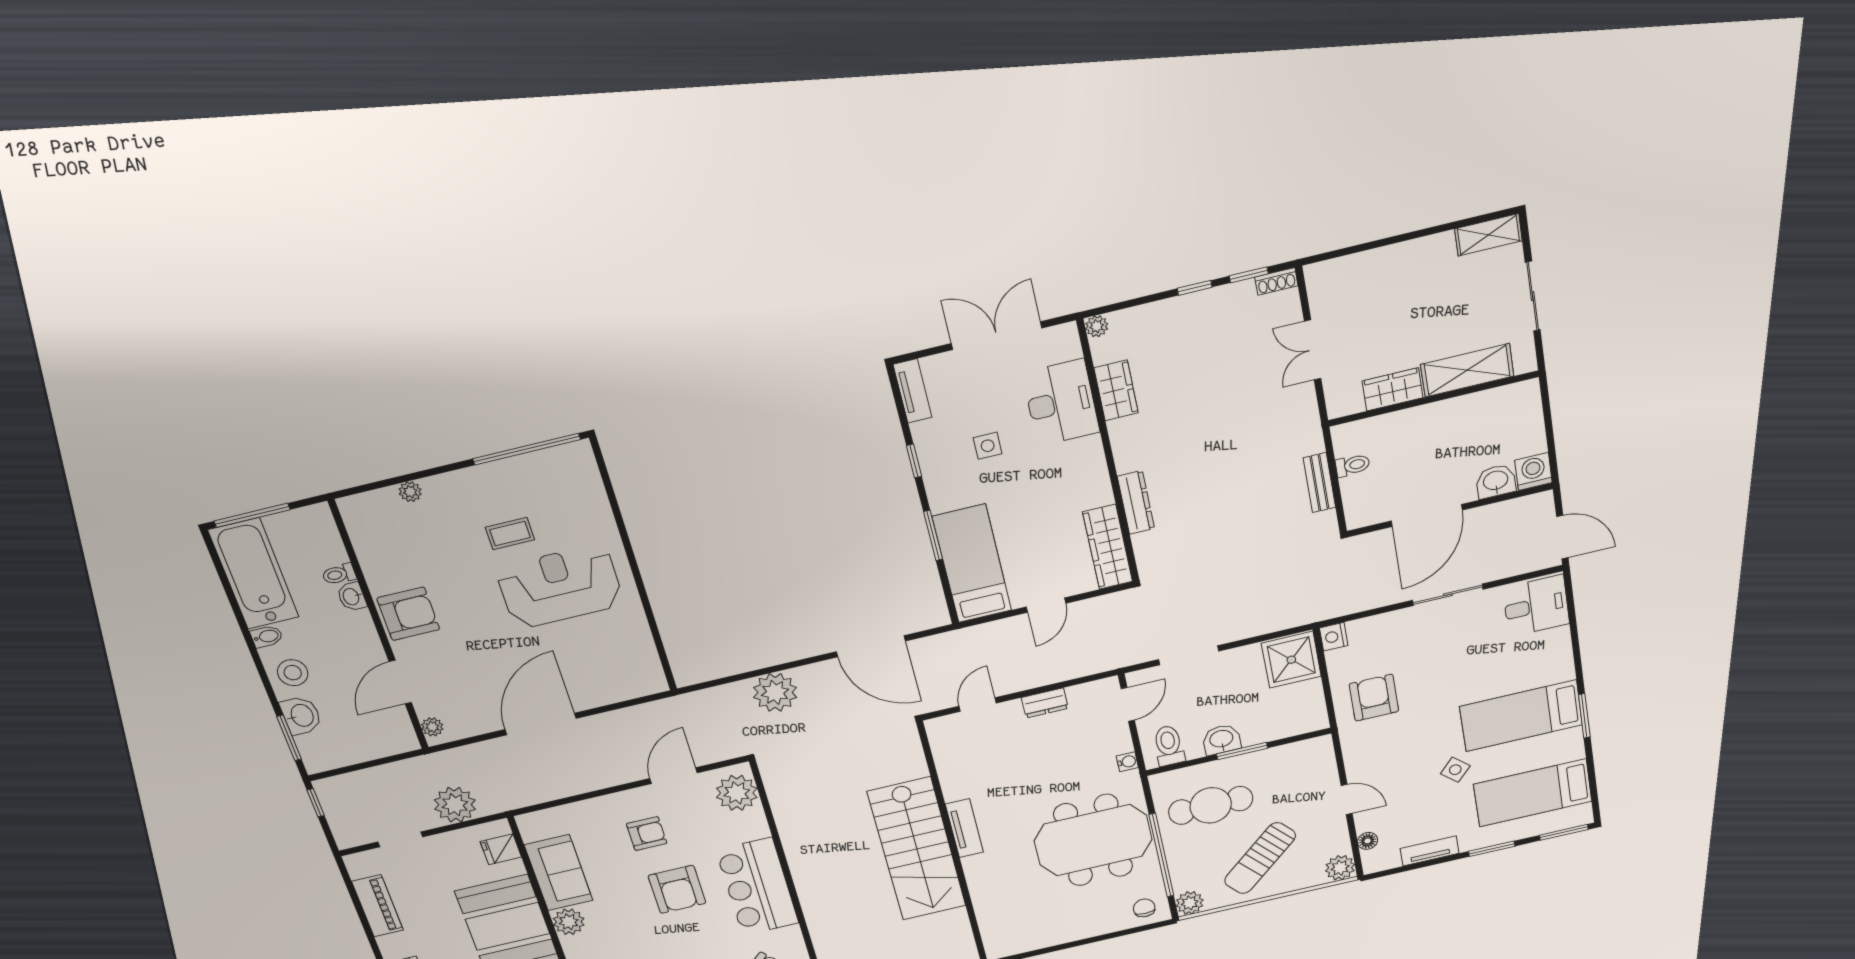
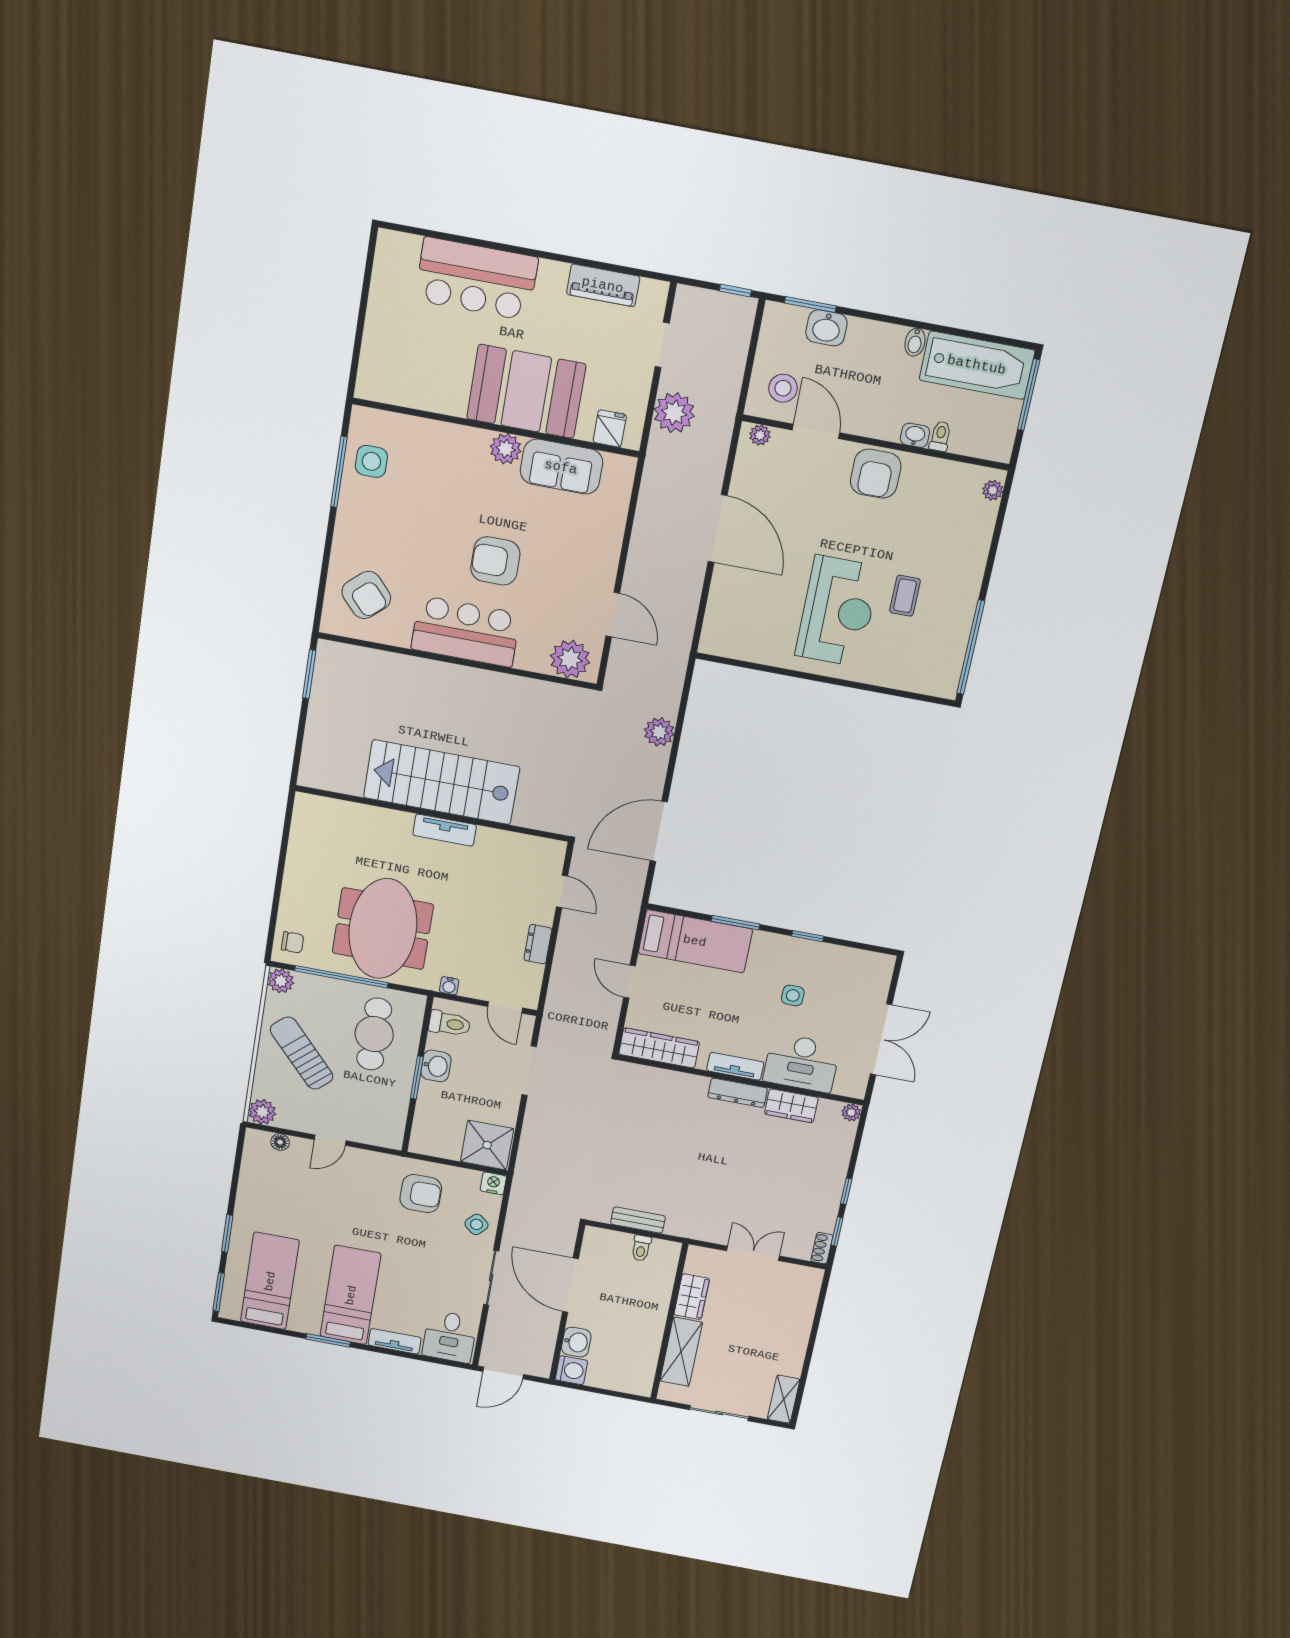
tv unit: (913, 391) -> (735, 1066), moved, turned 180
plant: (410, 492) -> (993, 490), moved
dresser: (1136, 503) -> (738, 1093), moved
stool: (293, 673) -> (783, 388), moved
plant: (775, 692) -> (659, 732), width x0.73, depth x0.73
side table: (1455, 770) -> (476, 1224), moved
armchair: (647, 834) -> (565, 563), removed
tv unit: (1430, 851) -> (395, 1341), moved, turned -90

